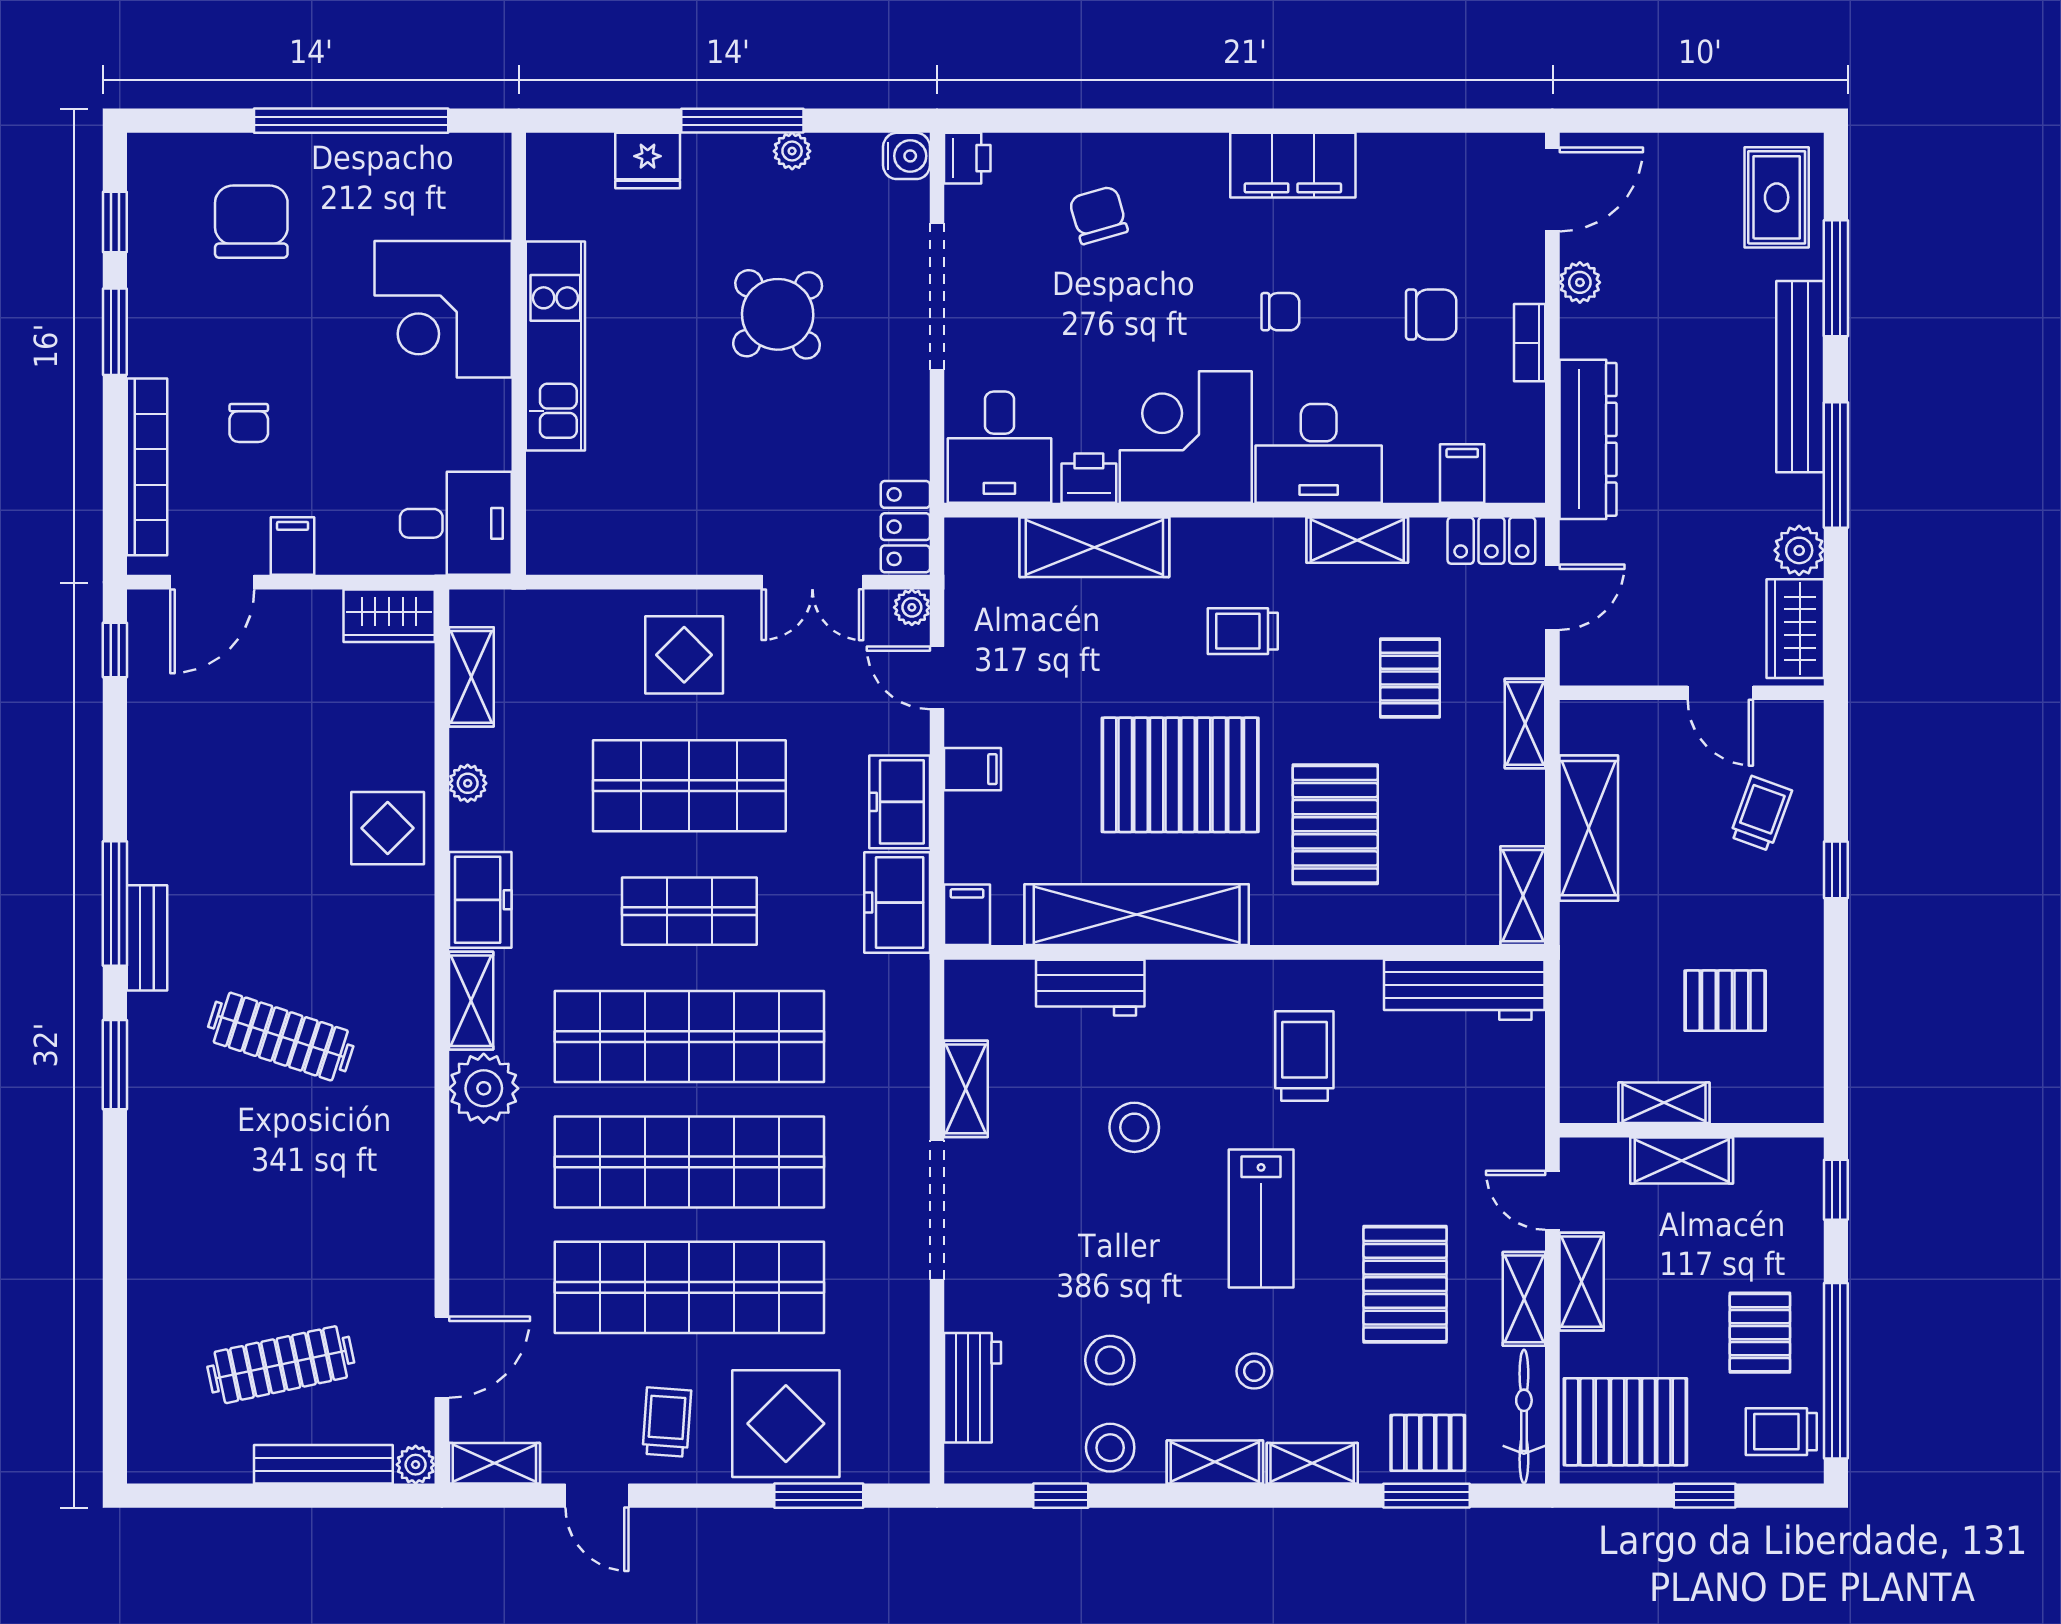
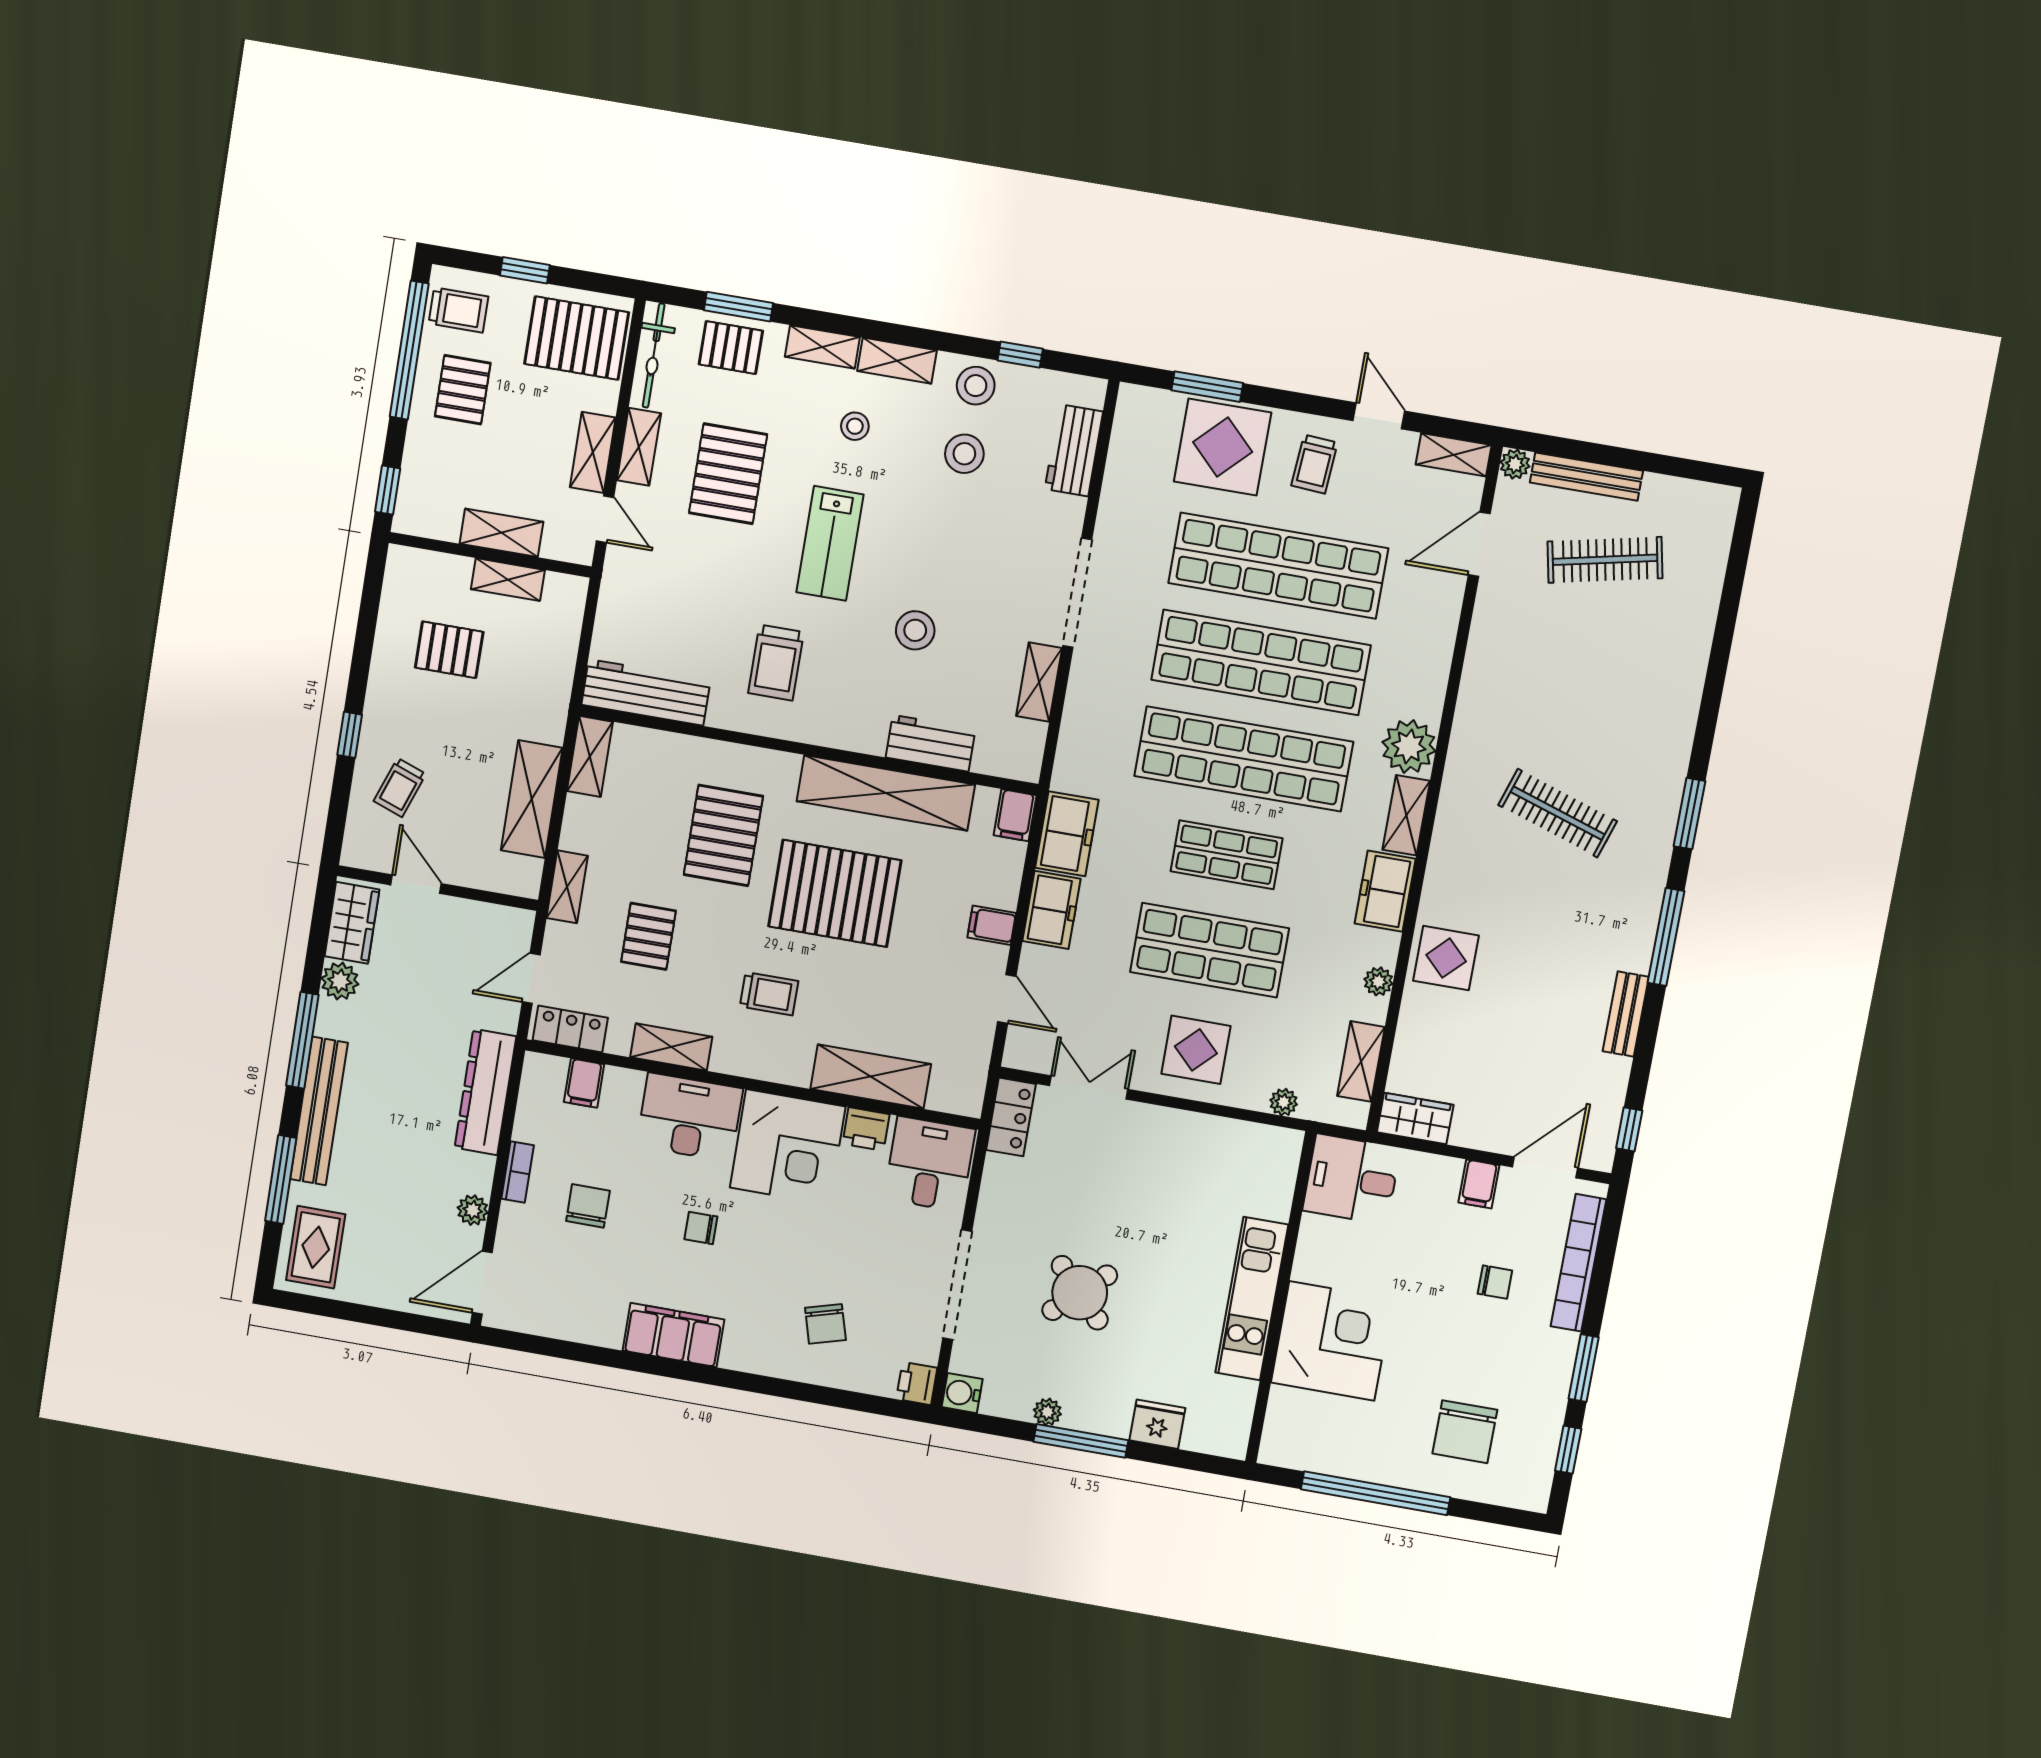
chair: (1431, 315) -> (588, 1206), turned 90
chair: (249, 423) -> (1495, 1282), turned 90
plant: (912, 607) -> (1284, 1102), moved
bench: (147, 938) -> (1626, 1014), moved
lab bench: (1261, 1219) -> (830, 543), turned 180

